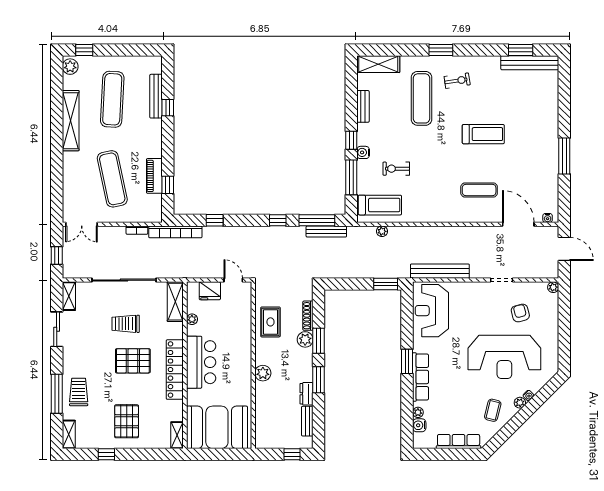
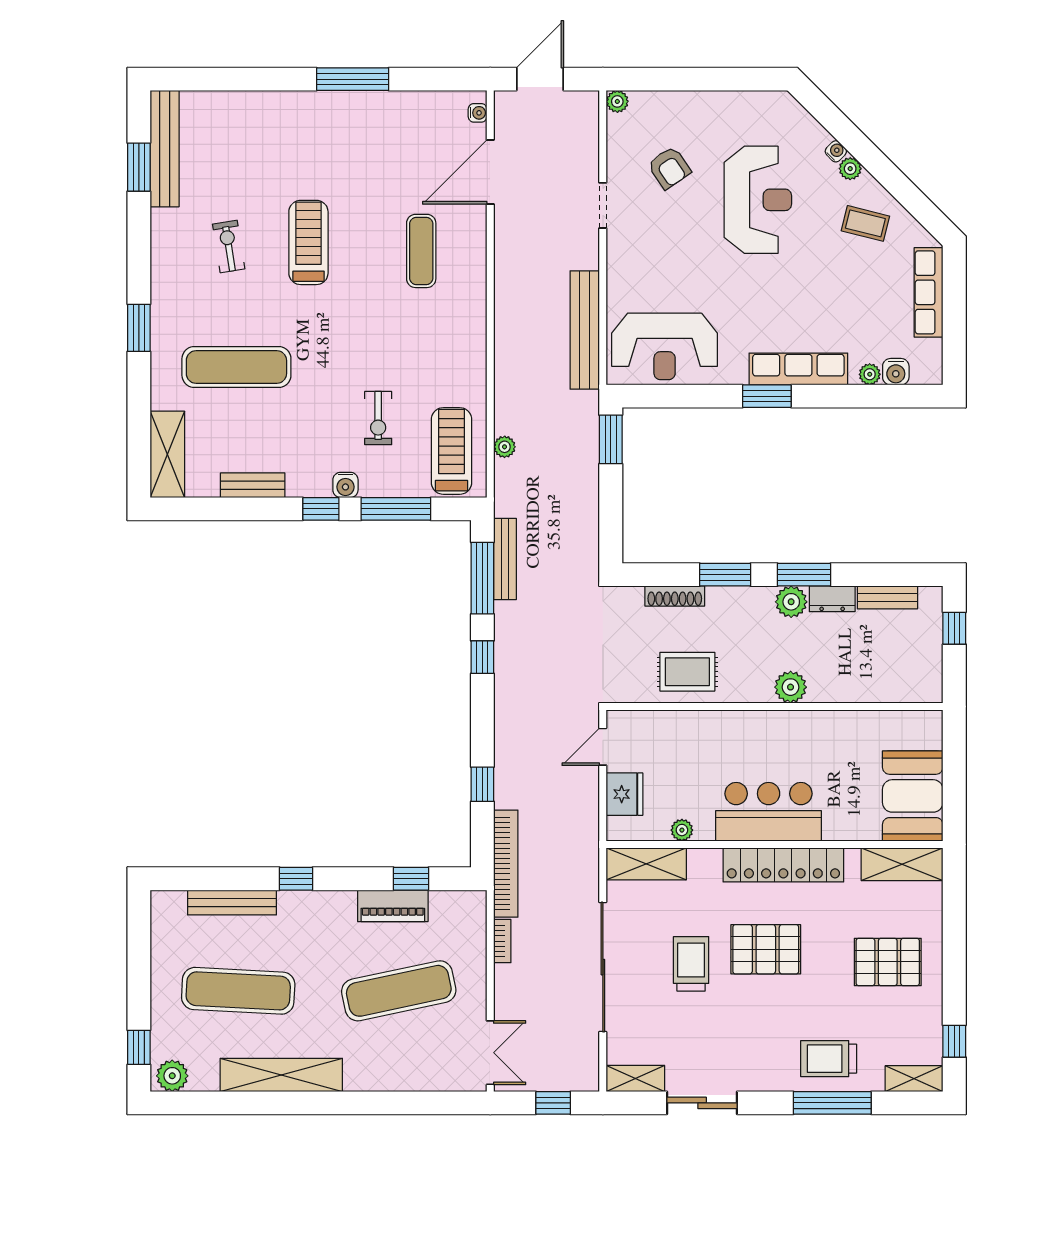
exercise bike: (457, 81) -> (229, 246), moved
window: (168, 108) -> (296, 879), moved
armchair: (520, 313) -> (669, 168), turned -109
trolley: (126, 324) -> (691, 964), turned 180
plant: (305, 339) -> (791, 602), moved
reception desk: (504, 357) -> (758, 200), width x0.74, depth x0.77
pallet: (133, 361) -> (766, 949), turned 90
booth: (217, 427) -> (913, 796), width x0.73, depth x0.70
shelving: (177, 435) -> (902, 864), width x1.50, depth x1.33
window: (106, 454) -> (954, 1041), moved

